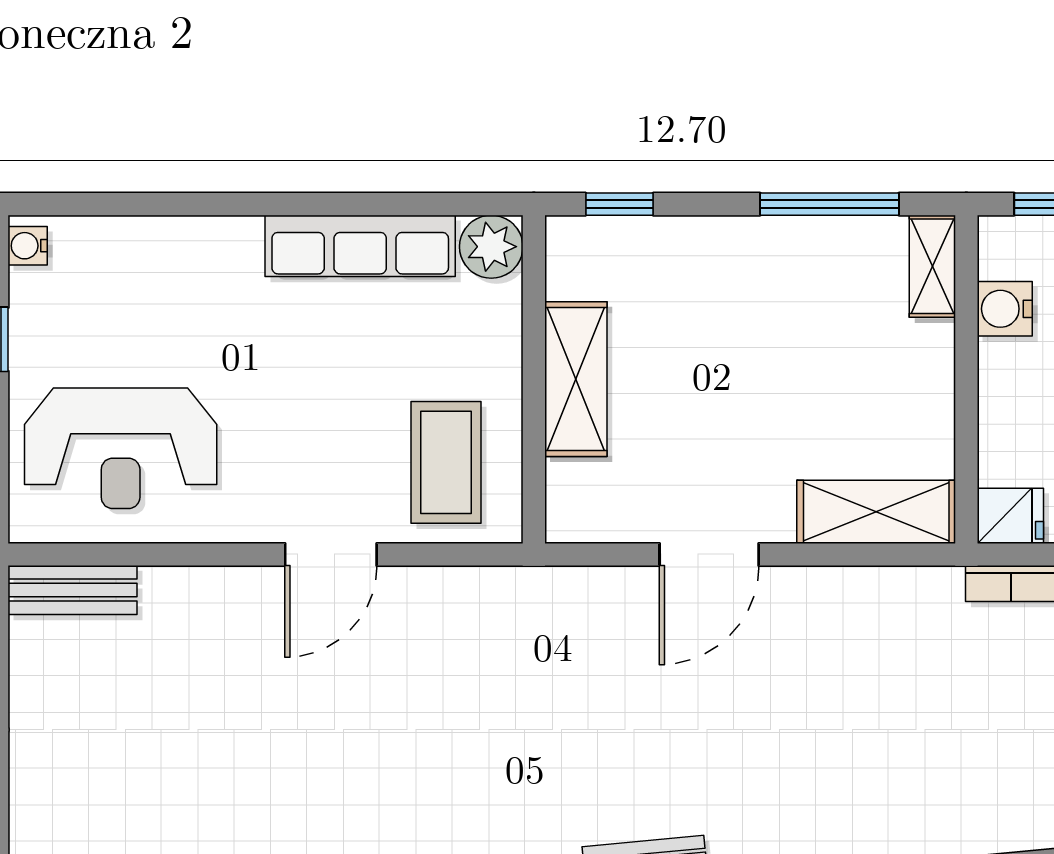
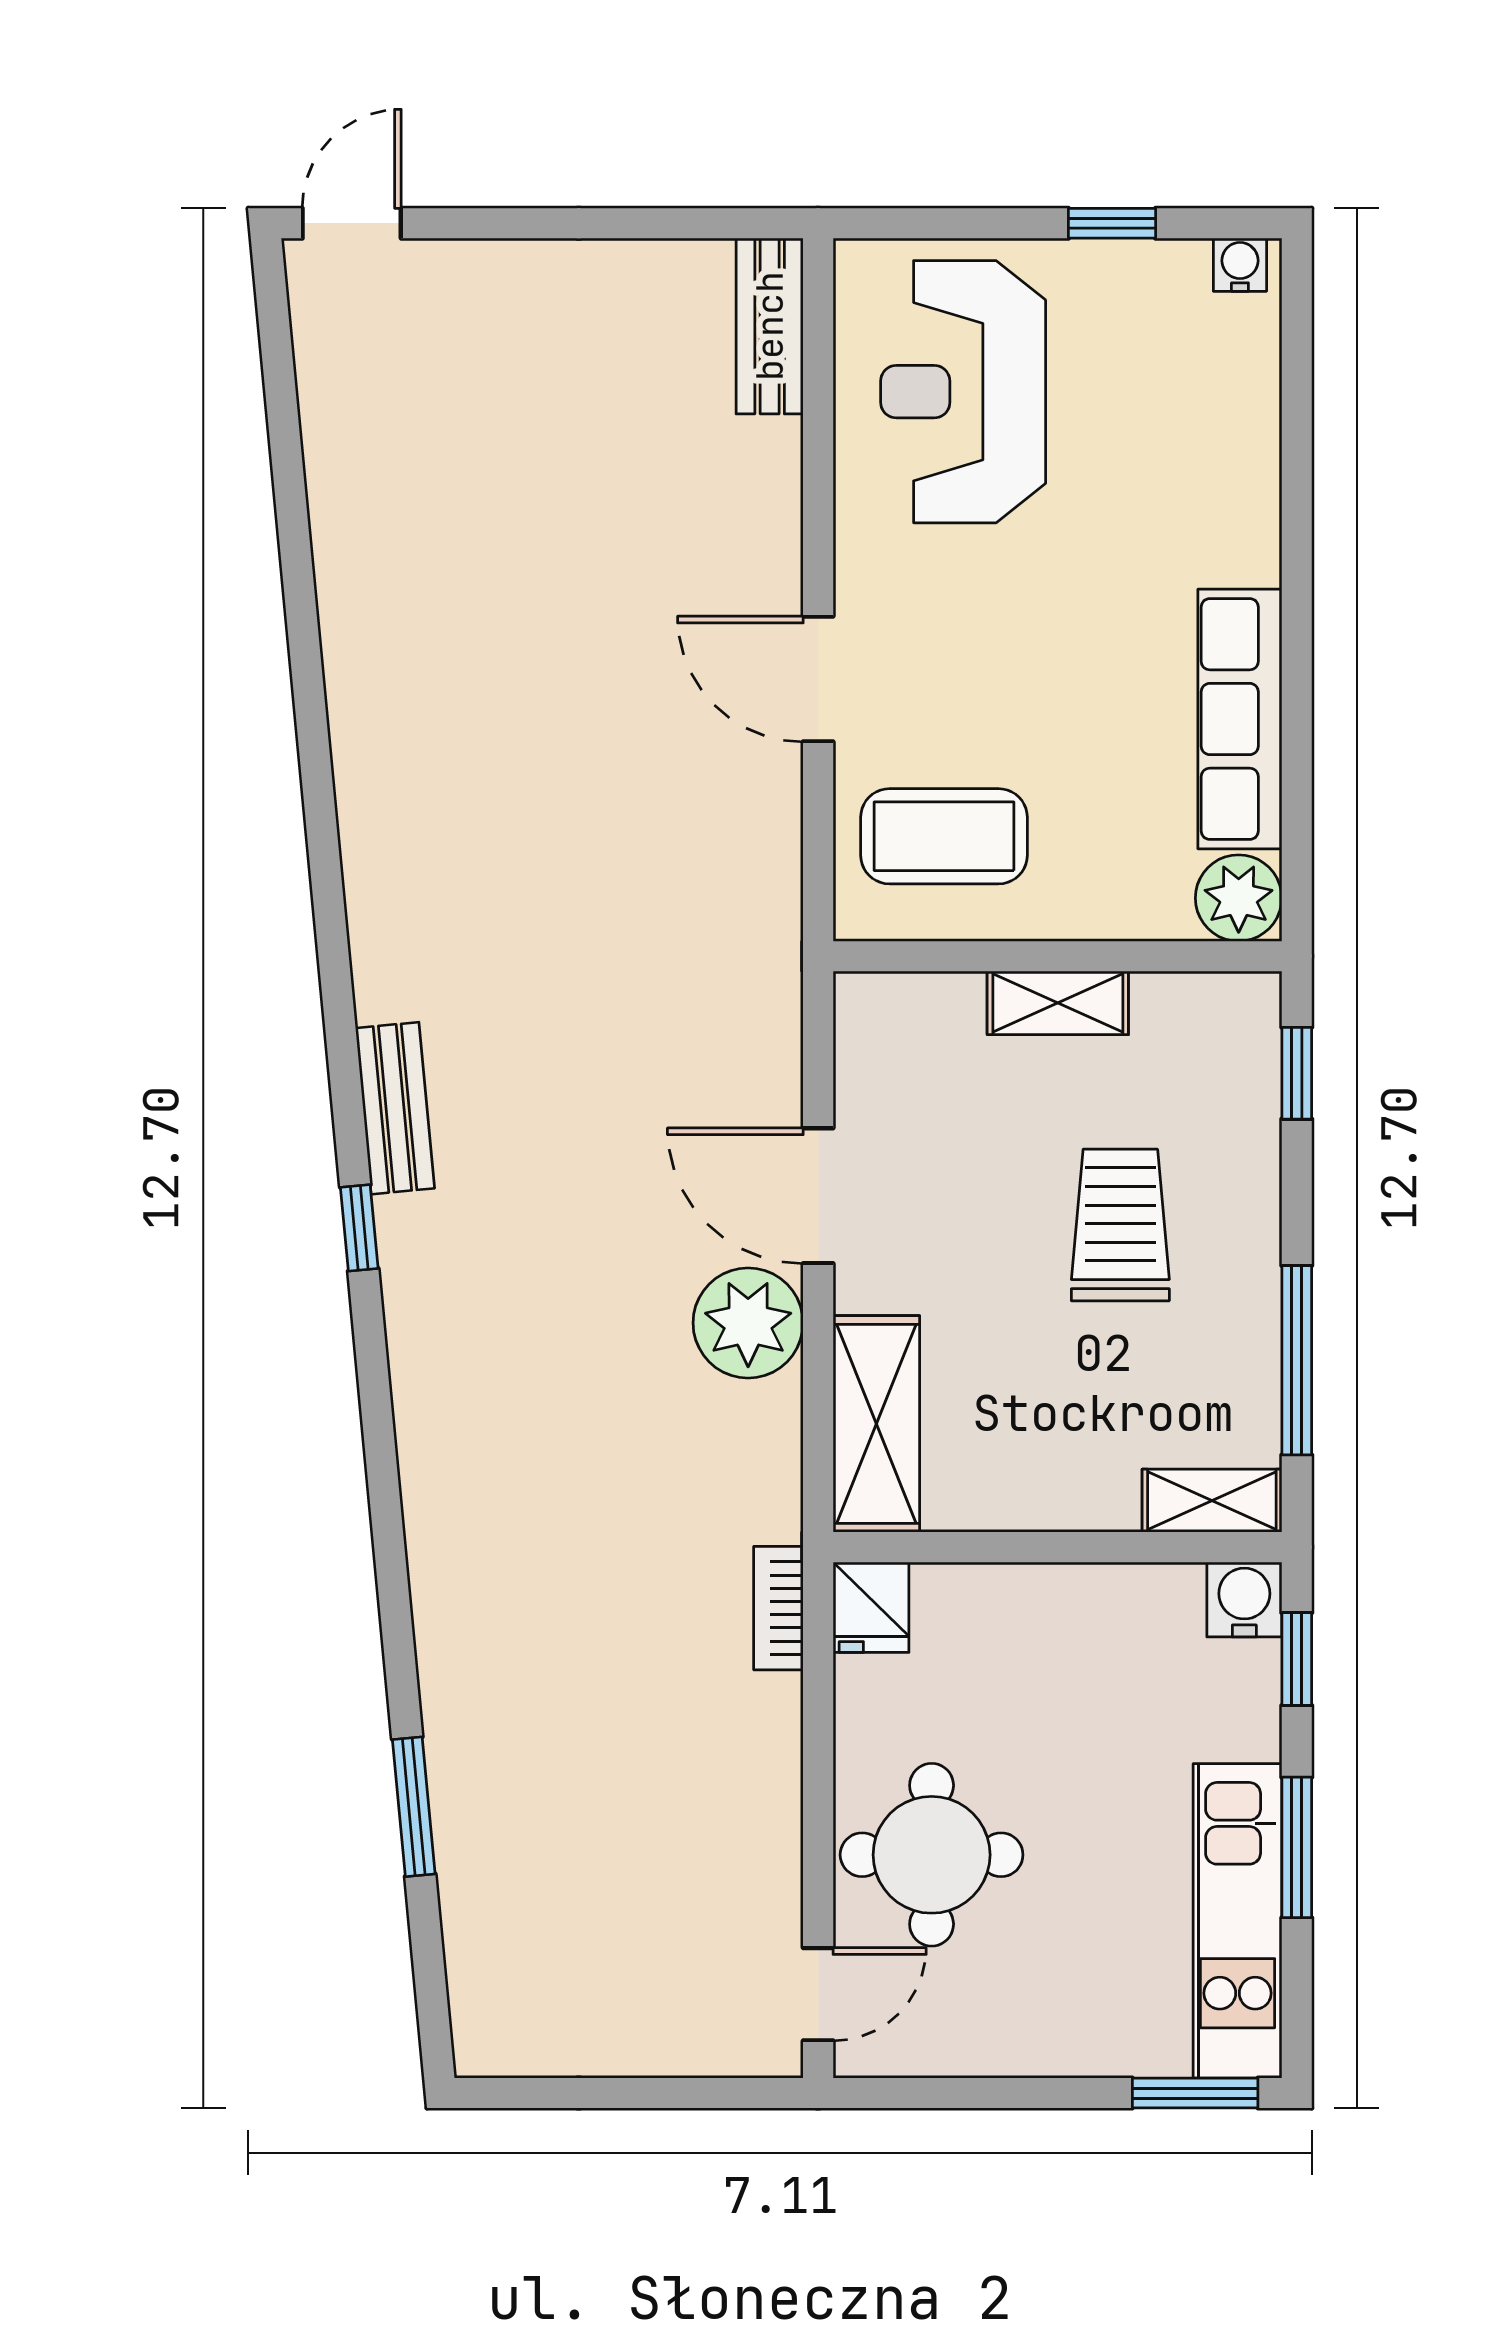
water cooler: (1005, 309) -> (1244, 1600), moved
trolley: (731, 333) -> (1120, 1225), added
shelving: (576, 379) -> (1058, 1003), width x0.67, depth x0.75
plant: (802, 606) -> (748, 1323), added

